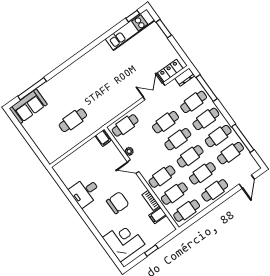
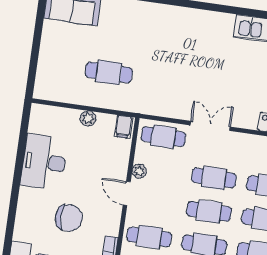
double door: (154, 91) -> (210, 126), moved
plant: (83, 150) -> (88, 118), added
desk: (85, 192) -> (44, 162), width x1.37

